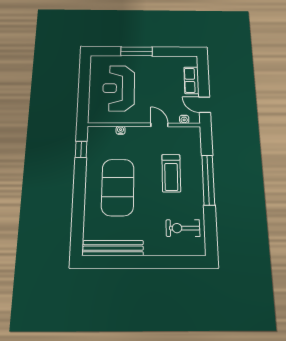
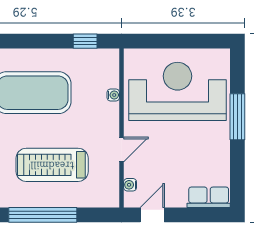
row of seats: (191, 80) -> (209, 197), moved
reception desk: (119, 88) -> (177, 91), width x1.36, depth x1.30
treadmill: (171, 173) -> (52, 165), width x1.37, depth x1.37

